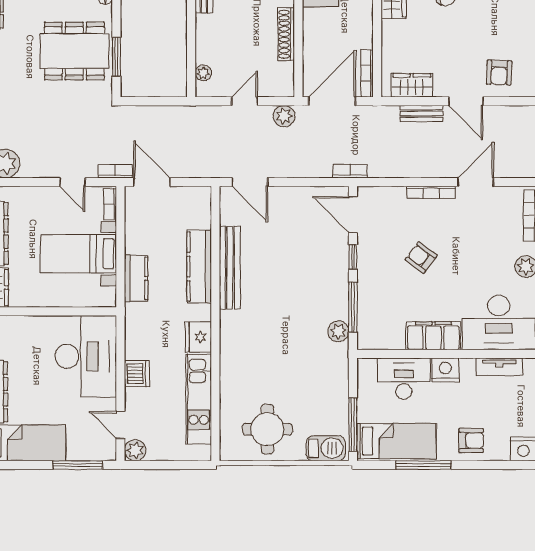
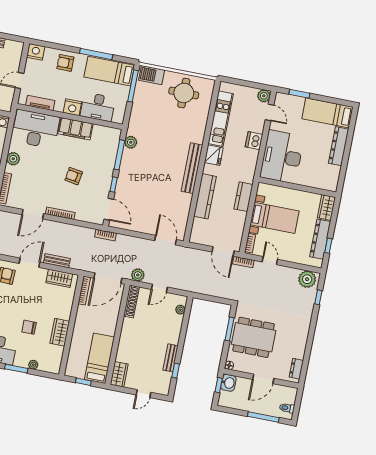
shoe rack: (286, 34) -> (131, 301), moved
door: (466, 101) -> (29, 263), hinge flipped
armchair: (421, 258) -> (74, 176), turned 152
bench: (230, 268) -> (192, 168), moved
window: (78, 465) -> (299, 94), width x0.69

